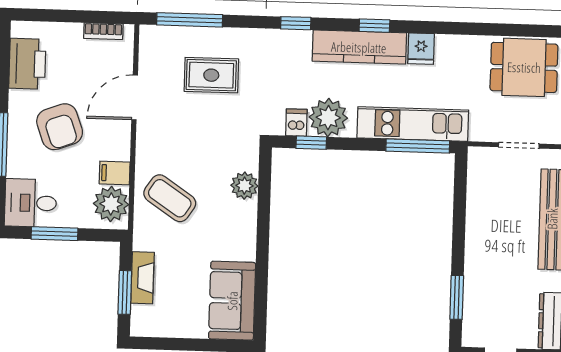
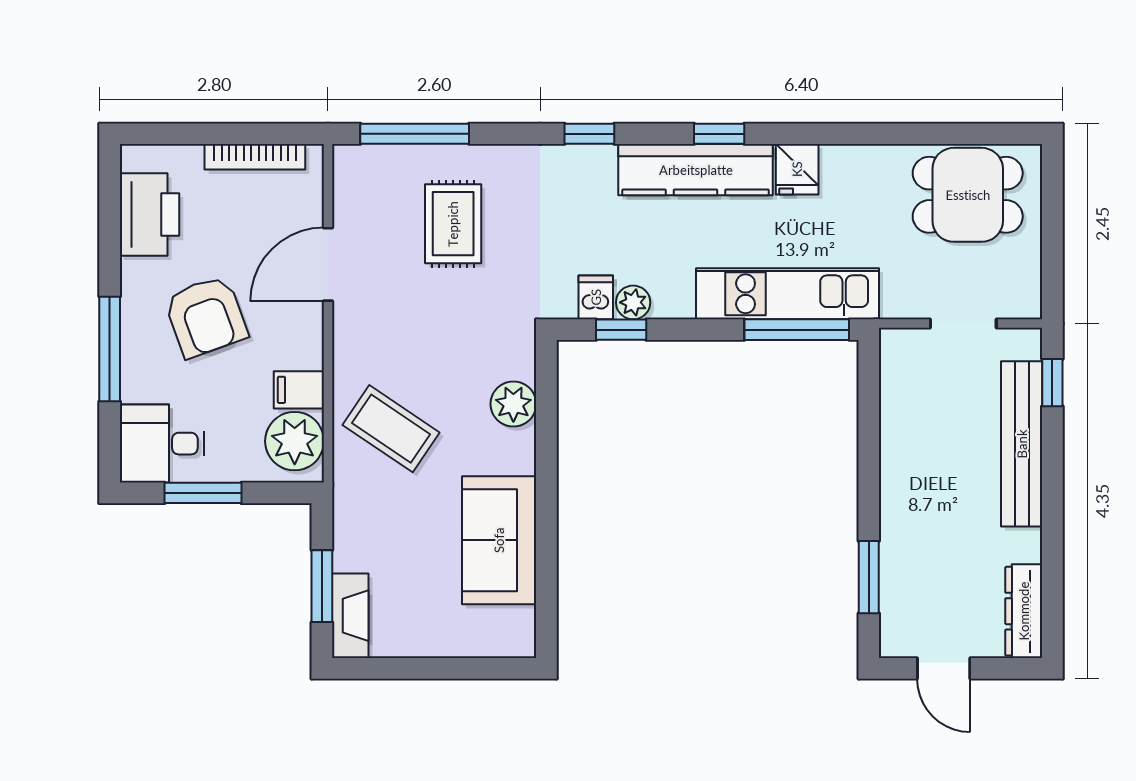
bookcase: (103, 31) -> (255, 157), width x1.56
rug: (211, 75) -> (453, 224), turned 90
plant: (328, 118) -> (633, 302), width x0.53, depth x0.53
fireplace: (142, 278) -> (350, 616), moved
sofa: (232, 301) -> (499, 540), moved

